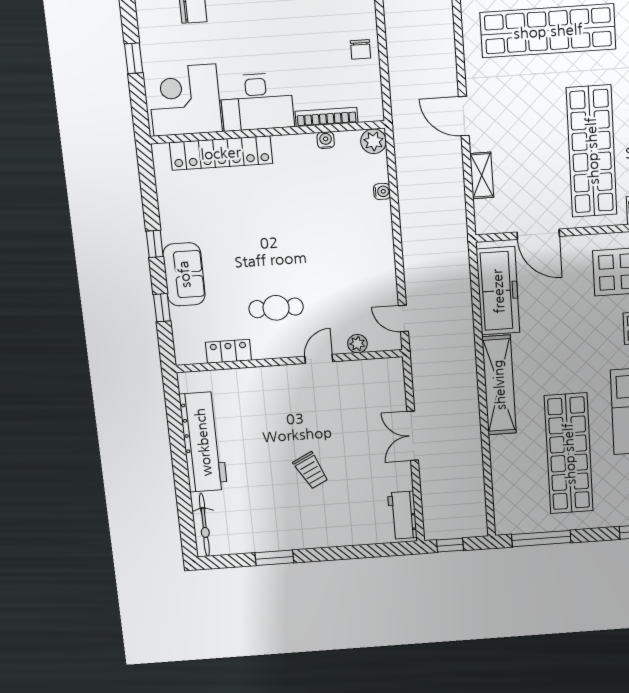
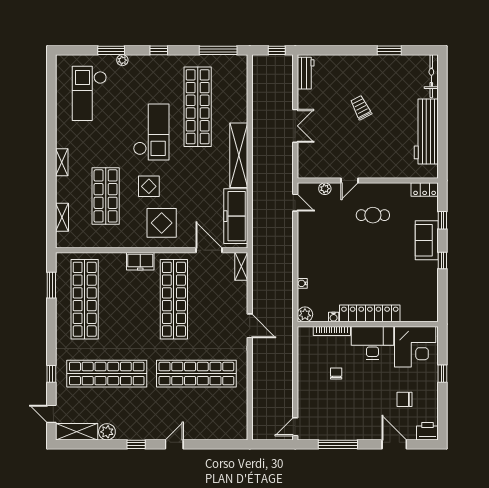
chair: (361, 49) -> (336, 374), moved
locker: (221, 153) -> (370, 313), moved
shelving: (482, 175) -> (241, 266), moved
locker: (228, 351) -> (425, 189), moved

